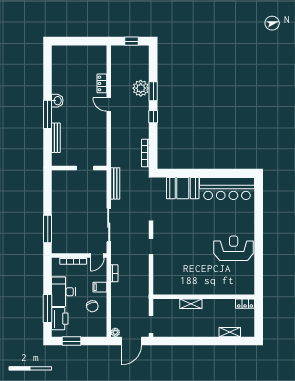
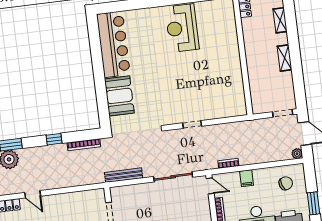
door: (109, 104) -> (33, 194), hinge flipped
window: (153, 117) -> (54, 139), moved
shelving: (191, 304) -> (285, 58), moved
chair: (92, 306) -> (286, 183), moved

